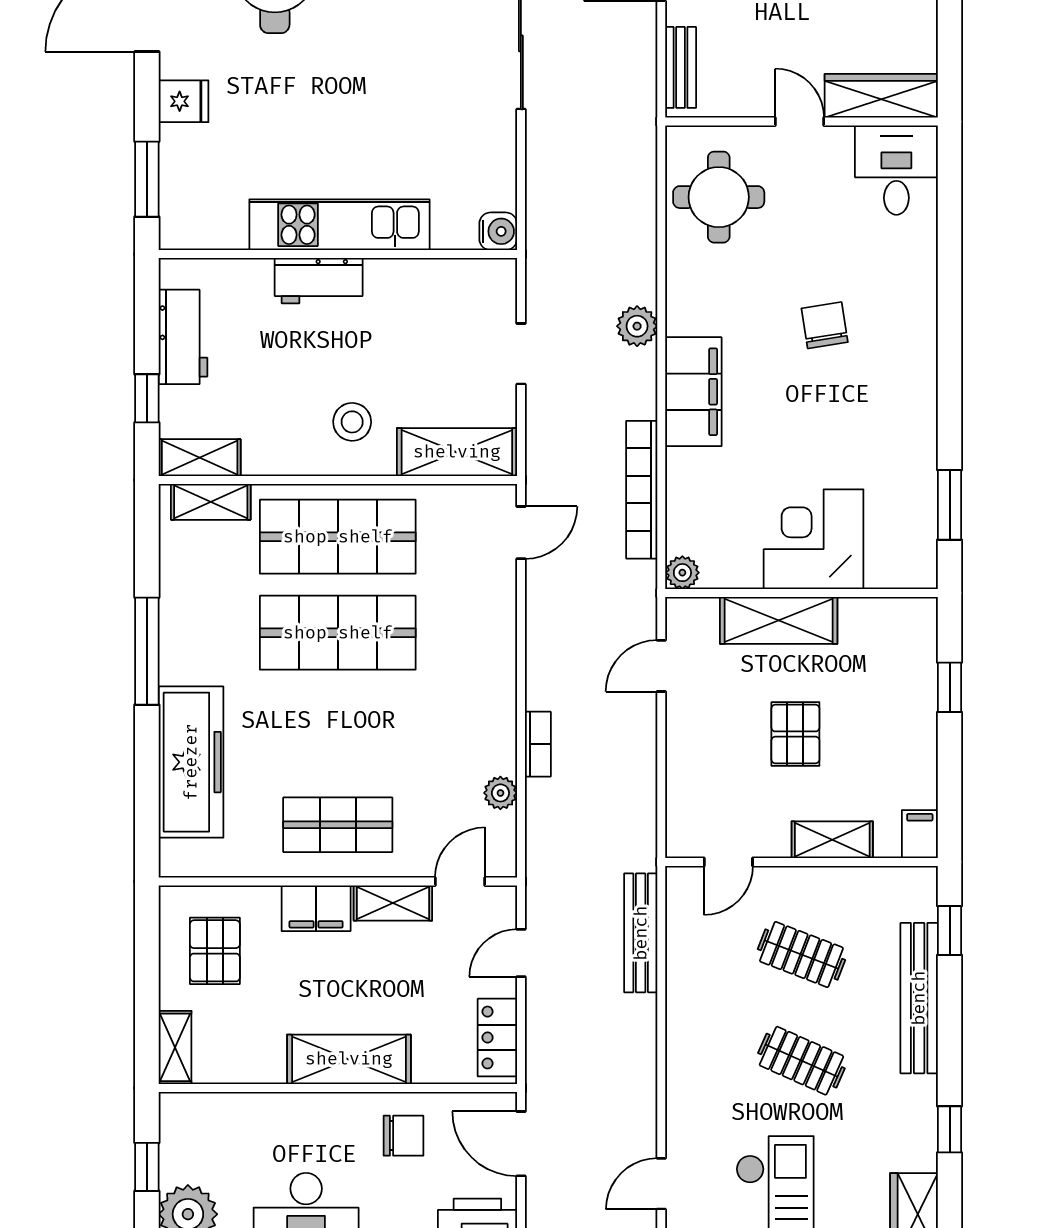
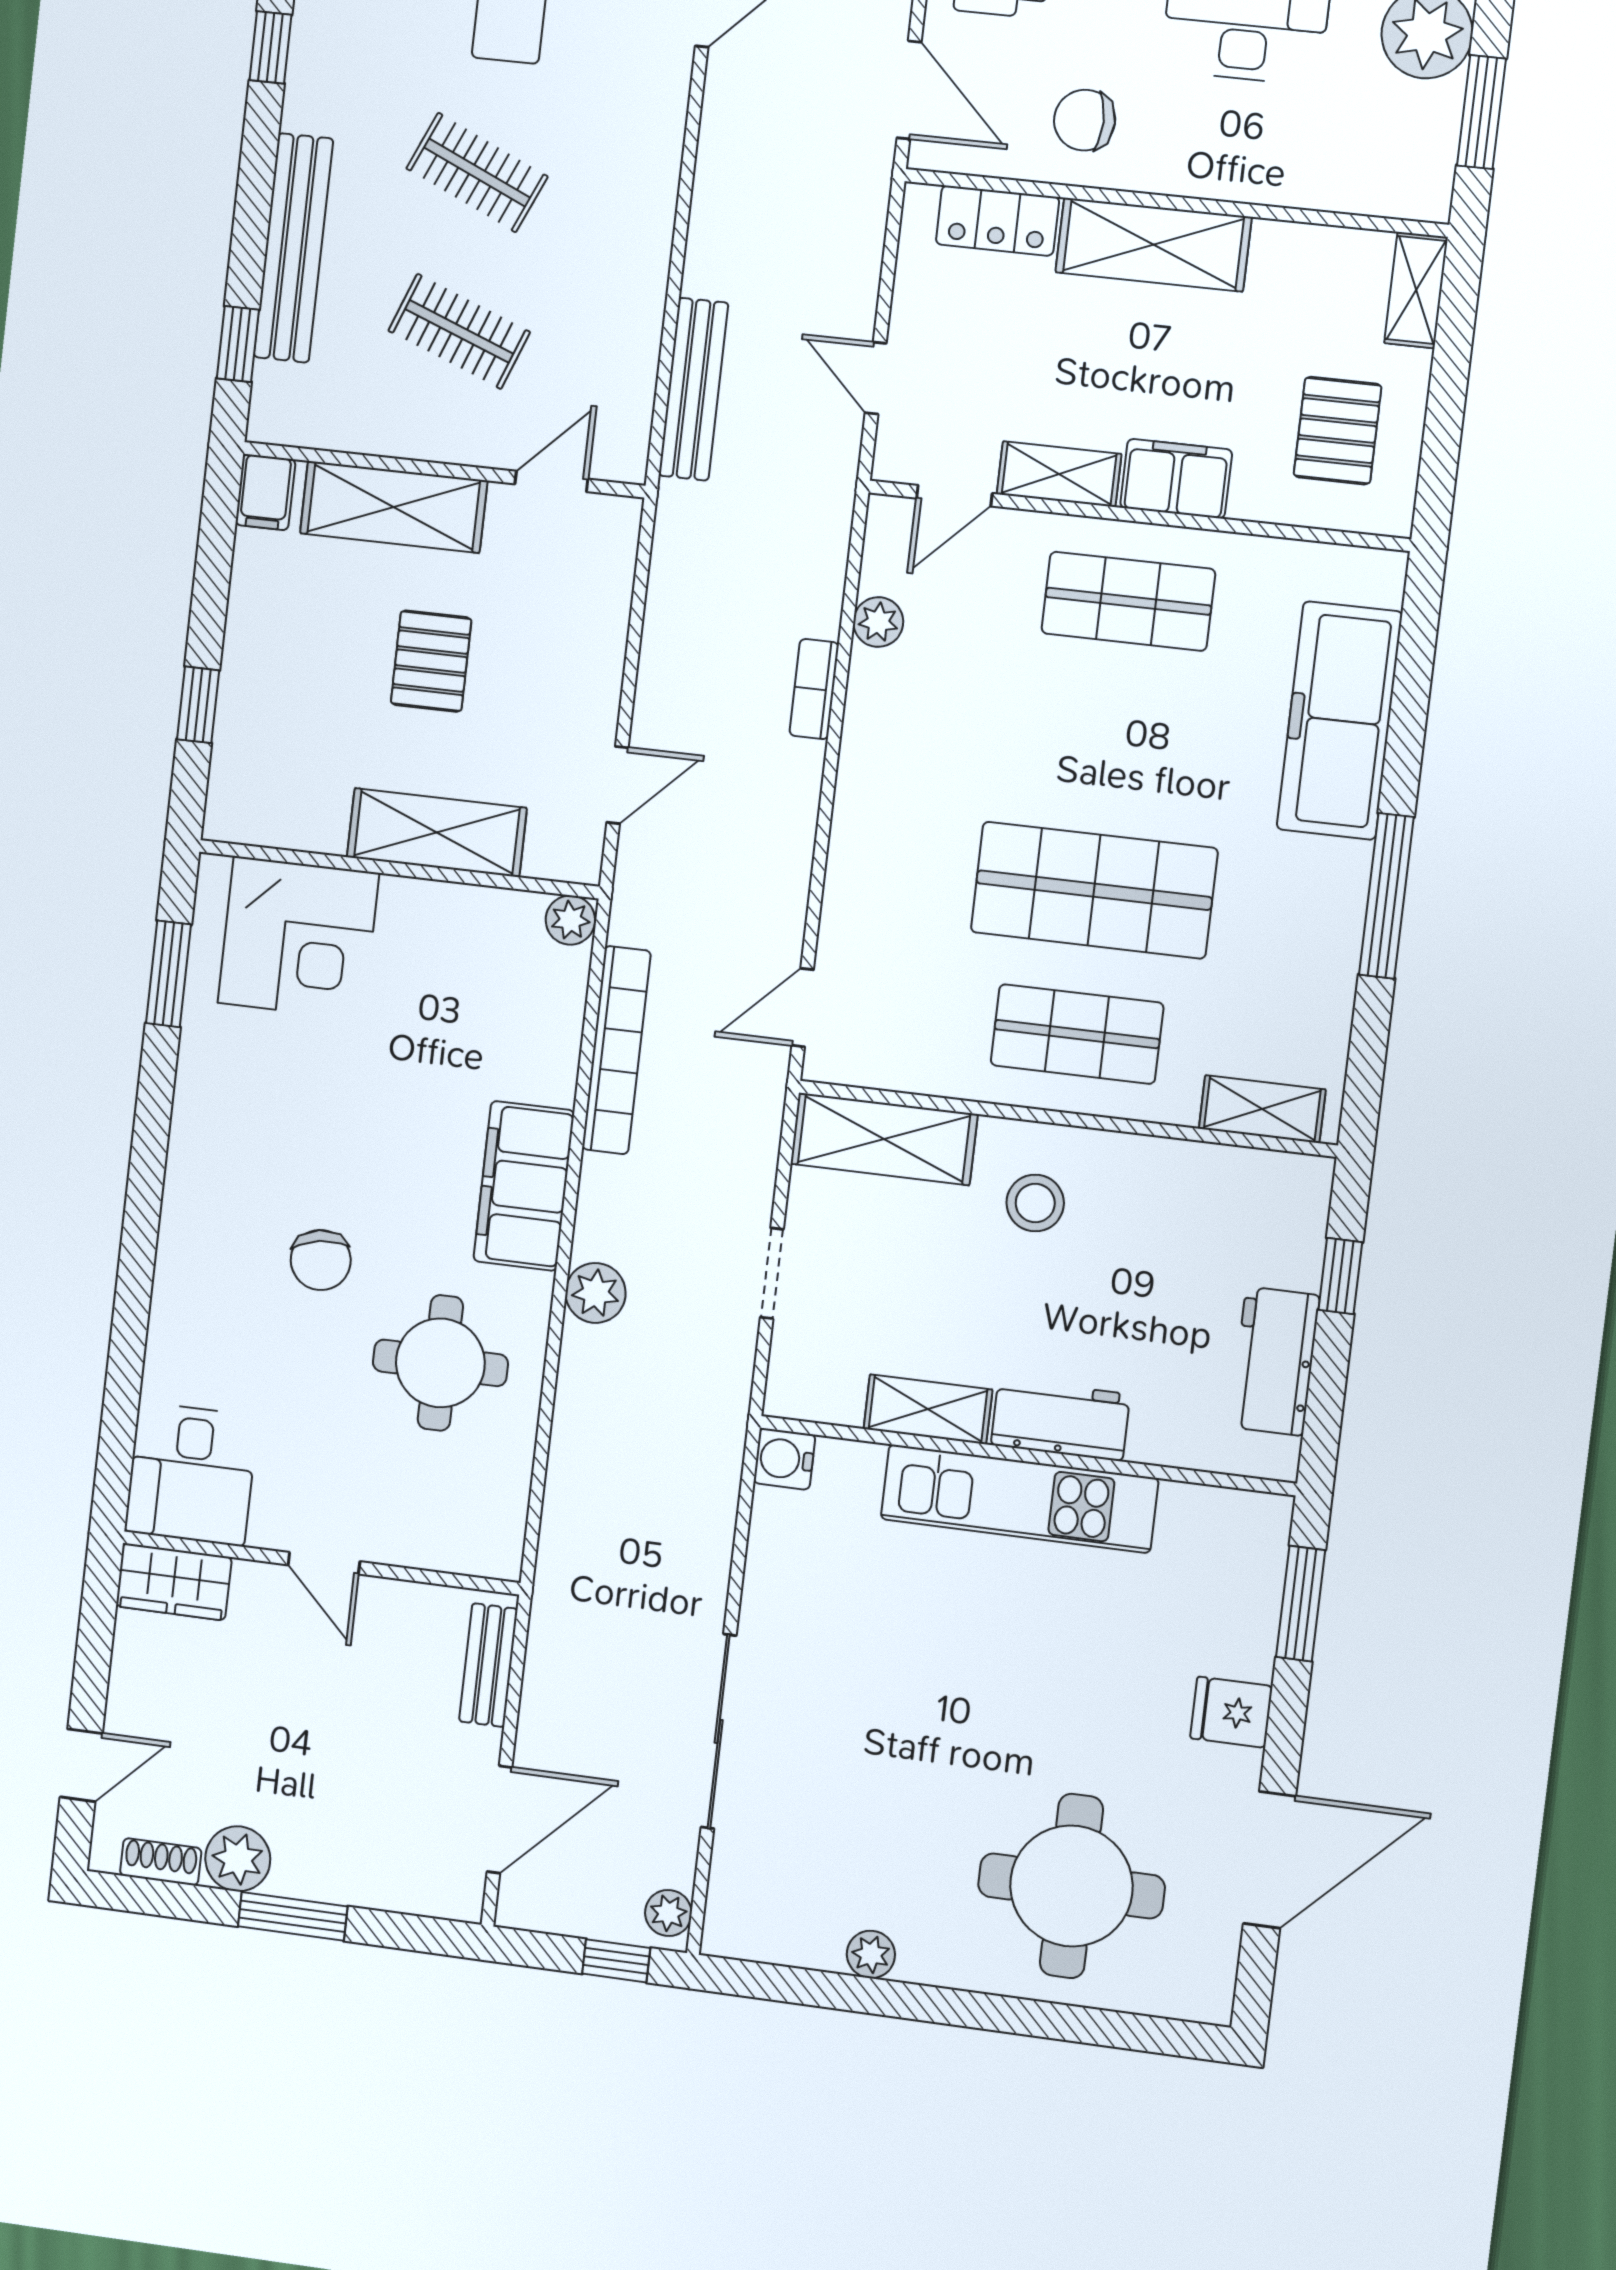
wardrobe: (881, 96) -> (174, 1582), width x0.67
round table: (719, 197) -> (440, 1363), moved
shelving: (200, 458) -> (928, 1409), moved
shop shelf: (338, 537) -> (1077, 1034), width x0.70, depth x0.74
corner desk: (814, 539) -> (298, 938), moved
shelving: (832, 840) -> (394, 507), width x1.50, depth x1.33
door: (521, 953) -> (876, 378), swing flipped
locker: (497, 1038) -> (997, 221), moved, turned 90
window: (147, 1167) -> (1481, 112), width x1.50

